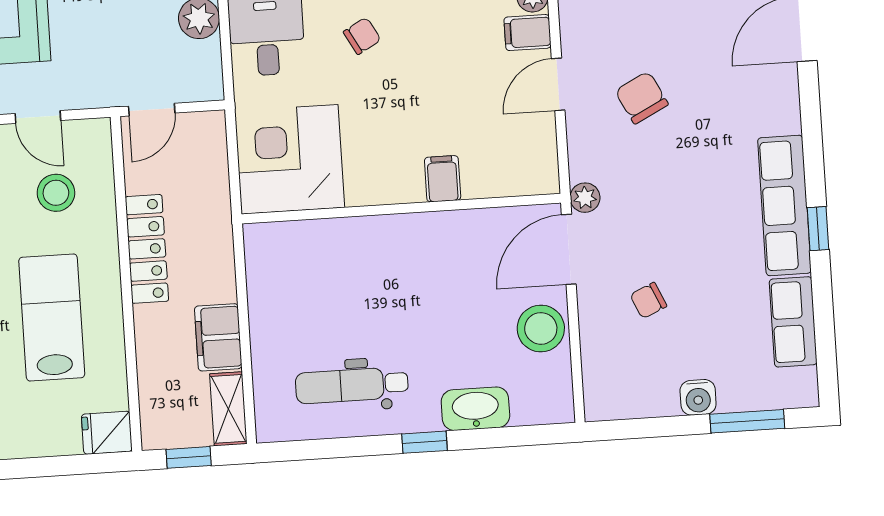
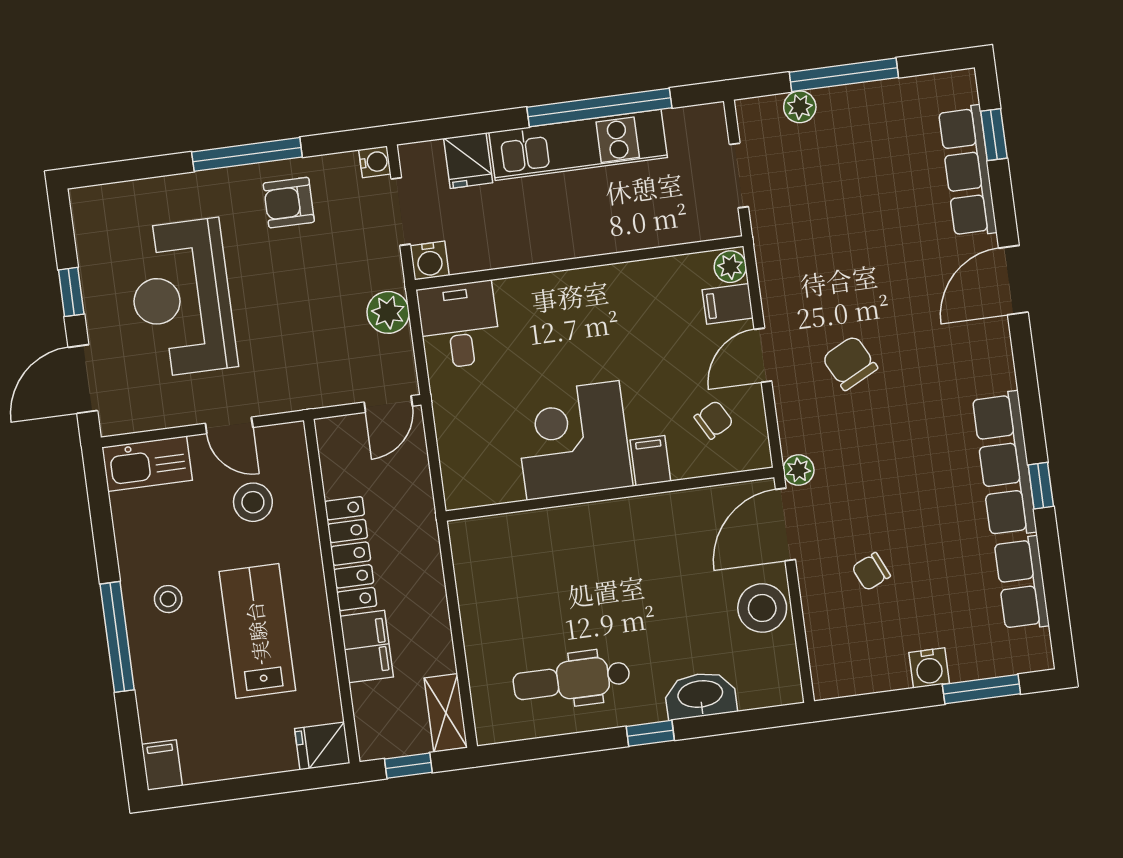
chair: (362, 36) -> (714, 420), moved
door: (152, 110) -> (388, 404), moved
corner desk: (290, 159) -> (573, 440), moved
filing cabinet: (218, 337) -> (367, 647), moved, turned 180

